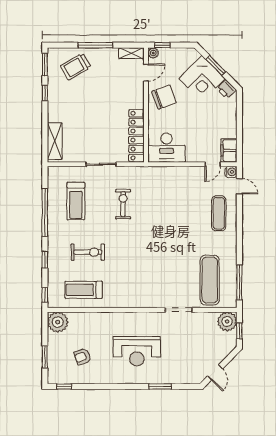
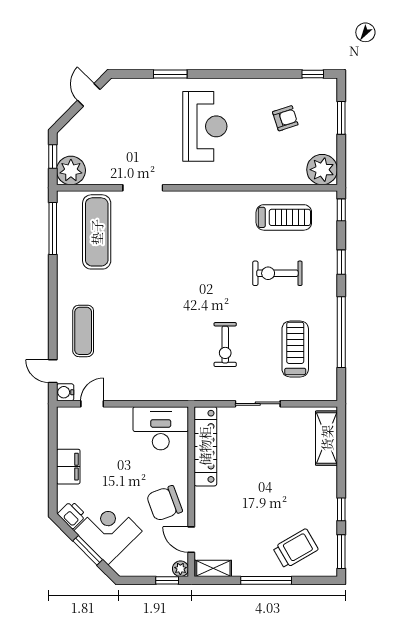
door: (146, 73) -> (191, 540), hinge flipped
filing cabinet: (229, 150) -> (68, 467), moved
reception desk: (137, 351) -> (205, 126), turned 90

